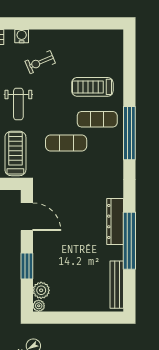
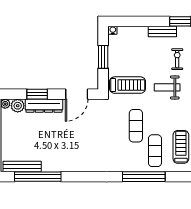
dresser: (115, 221) -> (44, 106), moved, turned 180
window: (129, 241) -> (38, 177), moved

